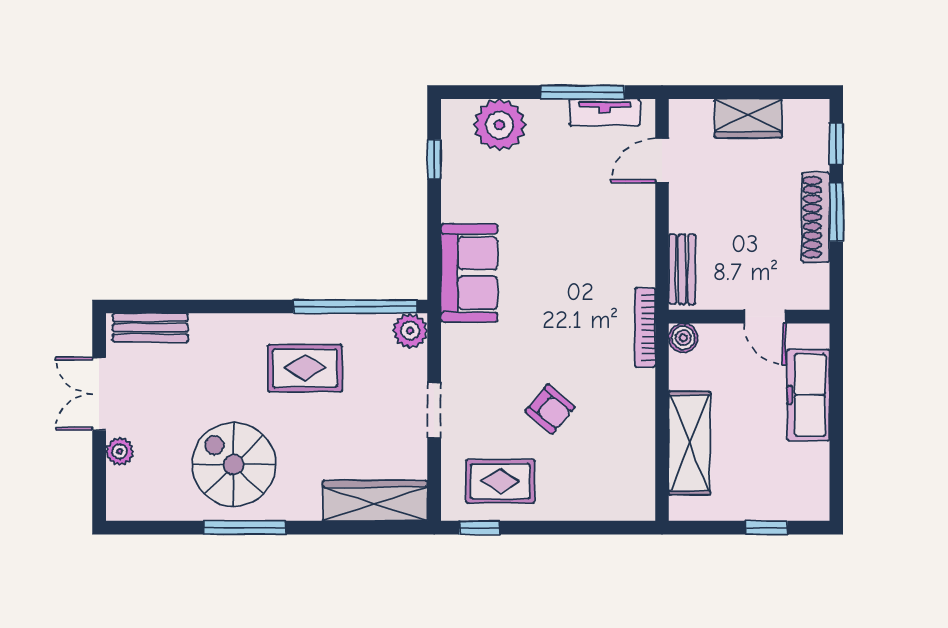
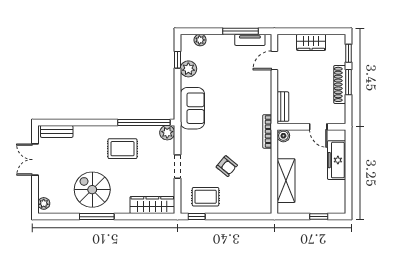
plant: (499, 125) -> (200, 40), width x0.53, depth x0.53
plant: (460, 181) -> (188, 69), added
plant: (120, 451) -> (44, 203), moved

